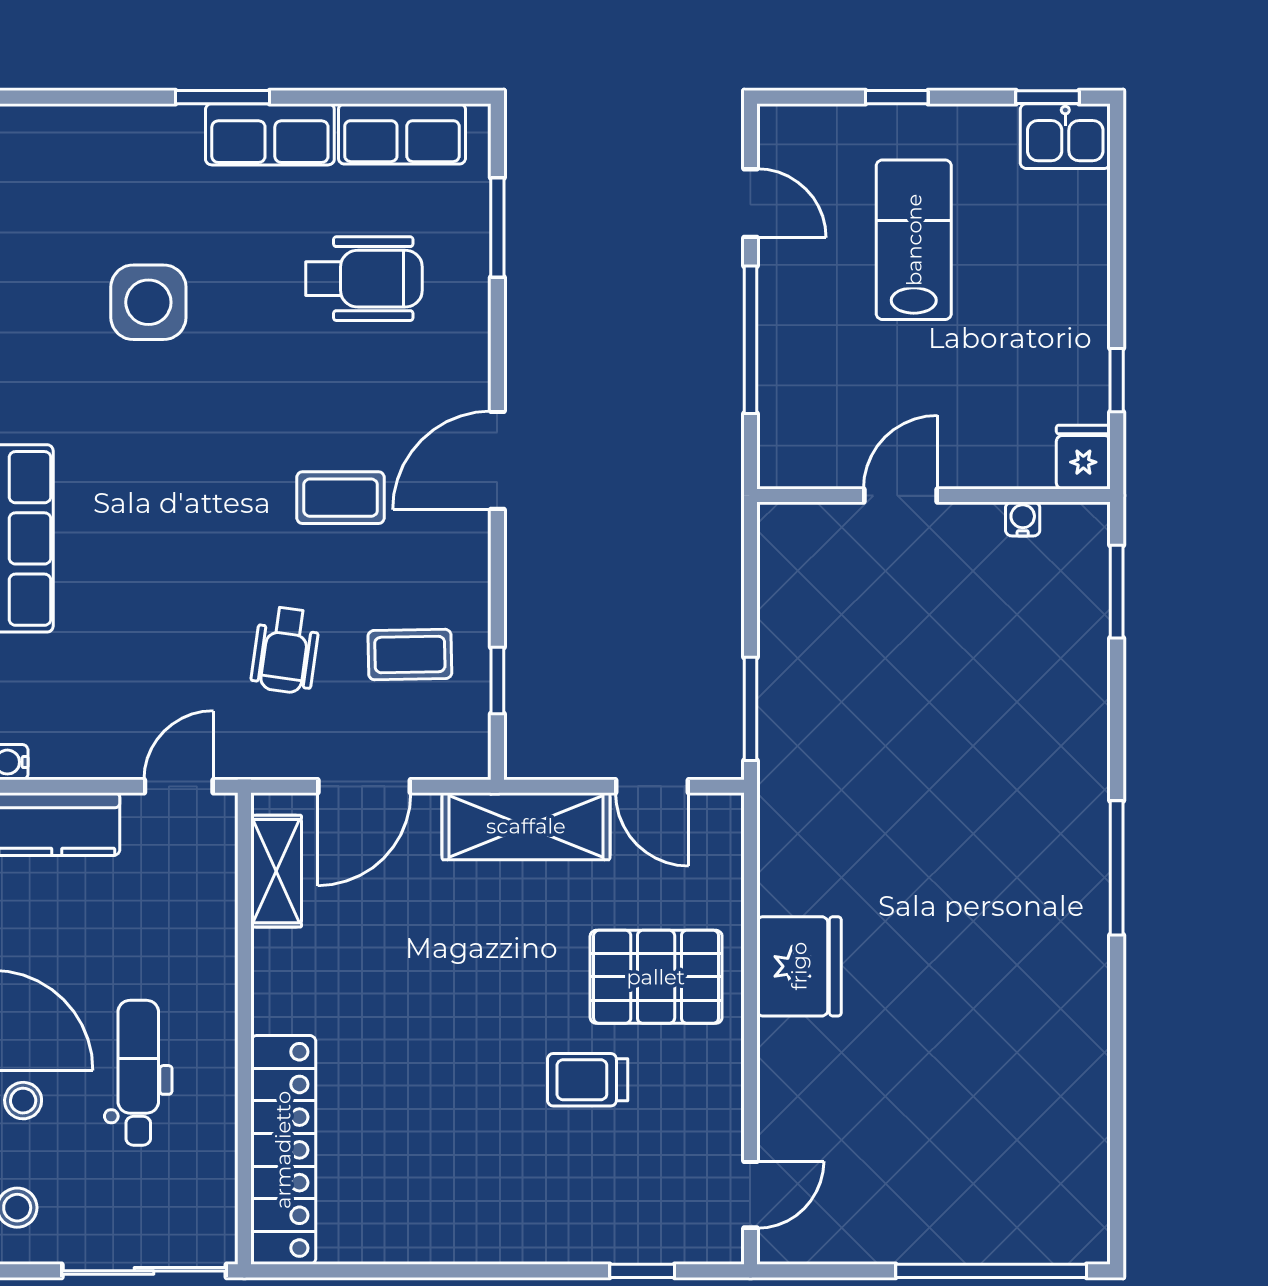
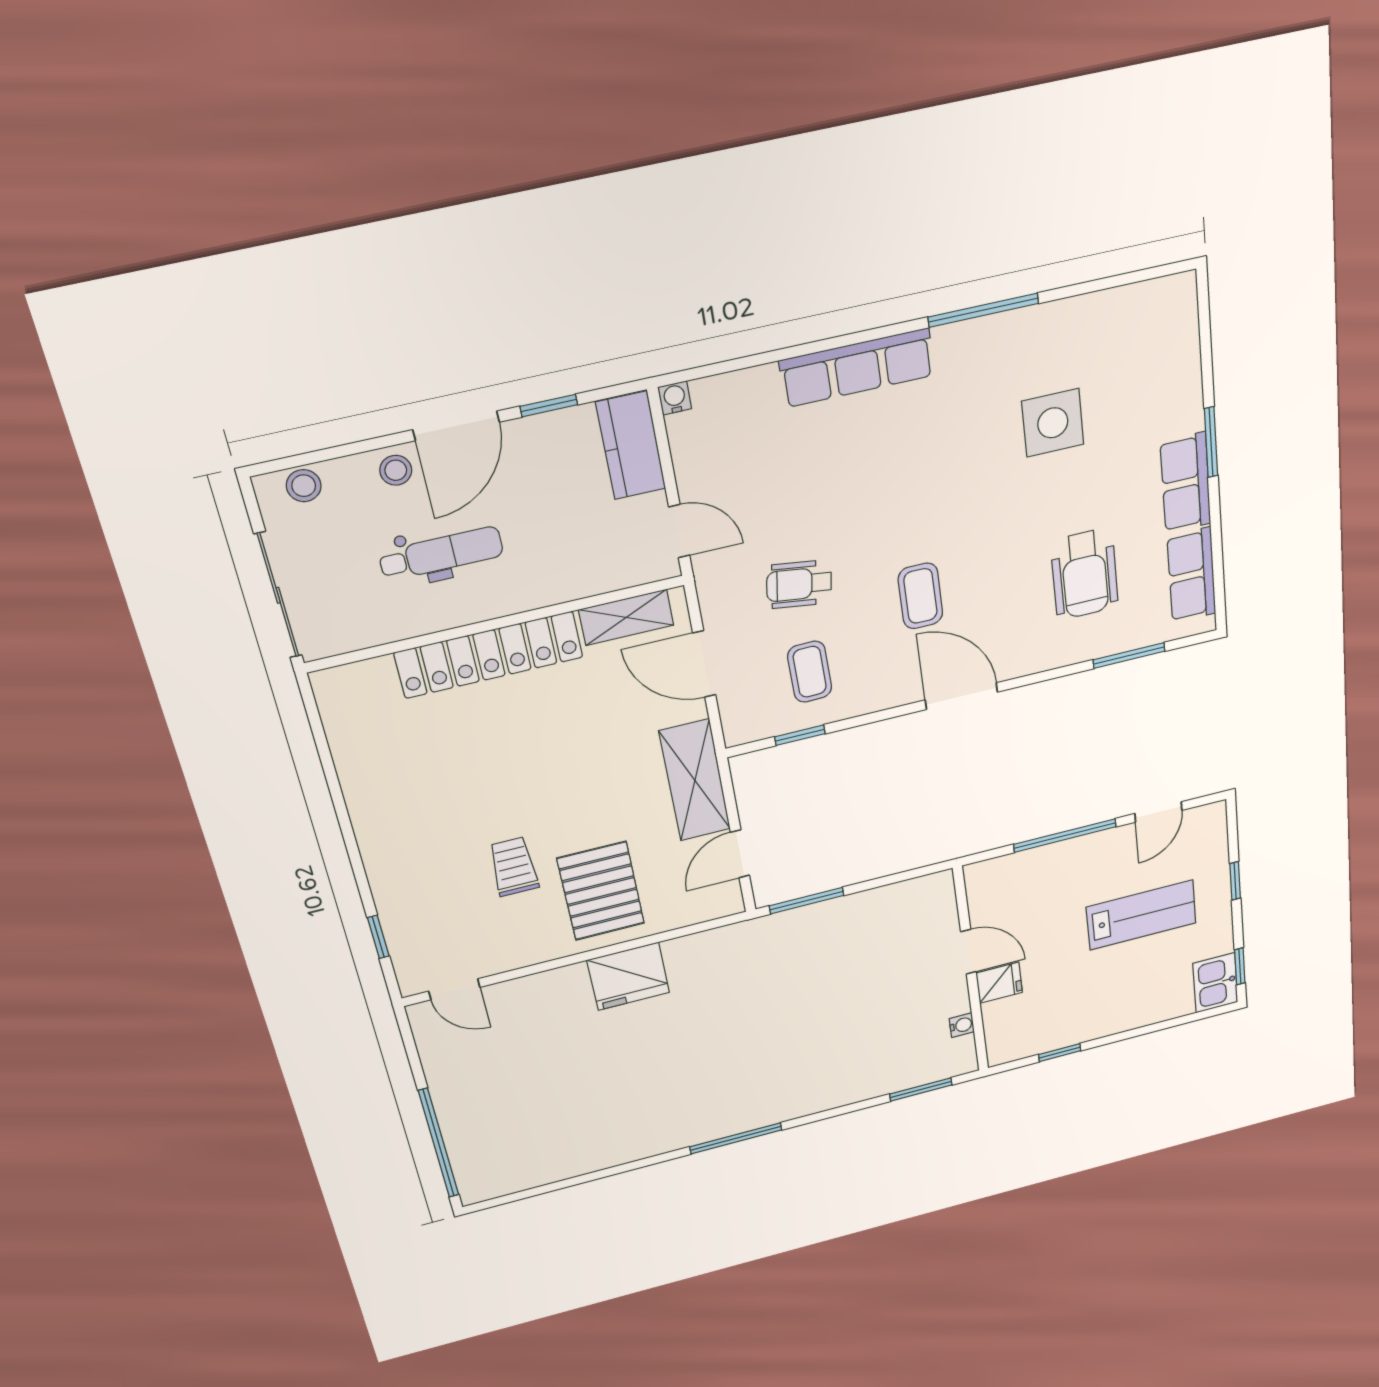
fridge: (1083, 457) -> (999, 983), moved
locker: (283, 1150) -> (489, 655), moved

